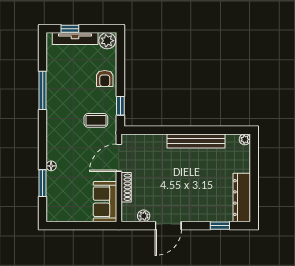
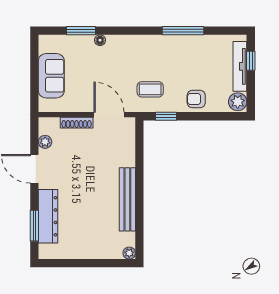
coffee table: (96, 120) -> (150, 89), turned 90
dresser: (242, 198) -> (48, 216), moved, turned 90
sofa: (105, 202) -> (51, 76), moved, turned 90
window: (220, 226) -> (34, 226), width x1.50

